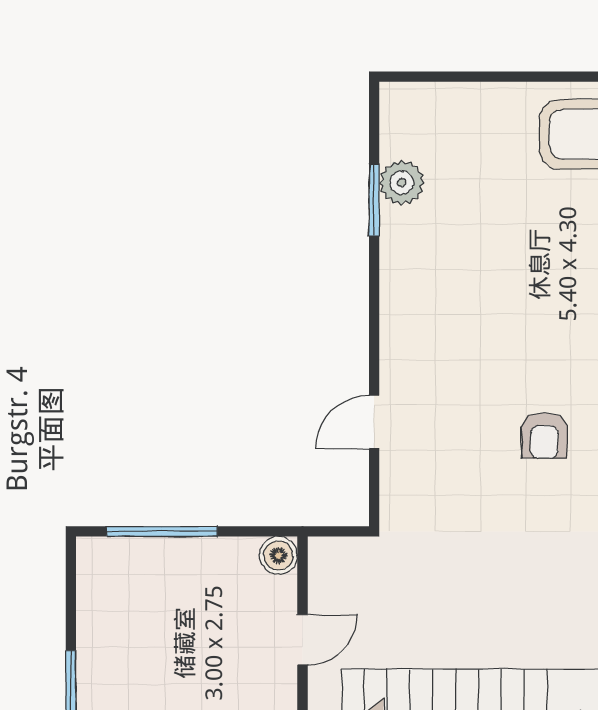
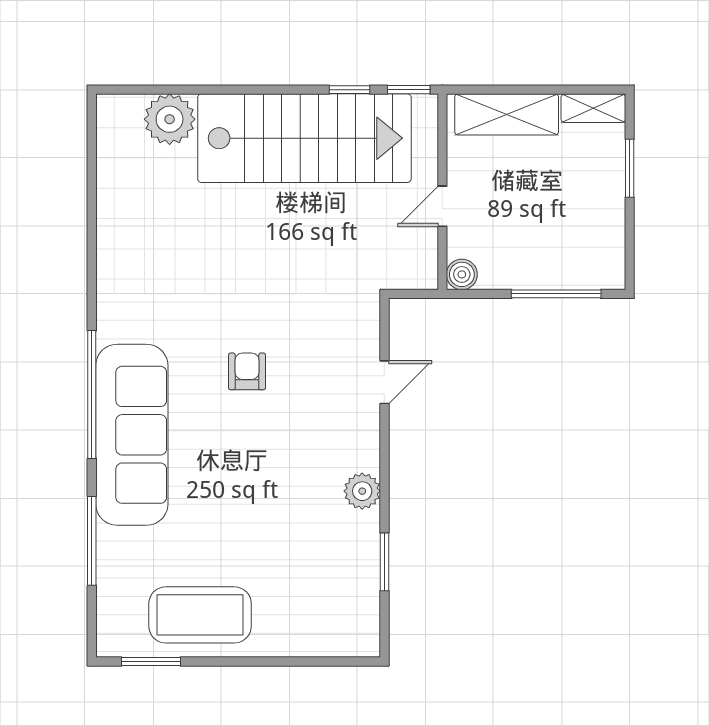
plant: (402, 183) -> (362, 491), moved

